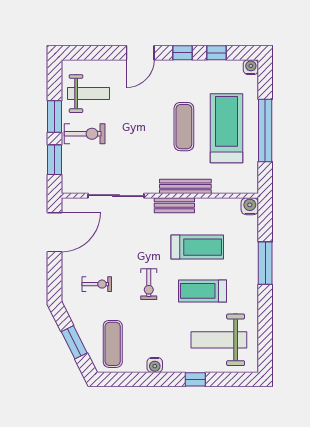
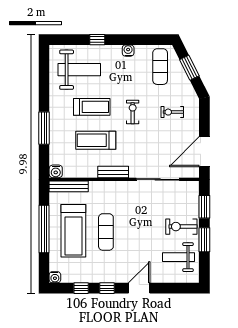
bench: (185, 186) -> (69, 186), moved

